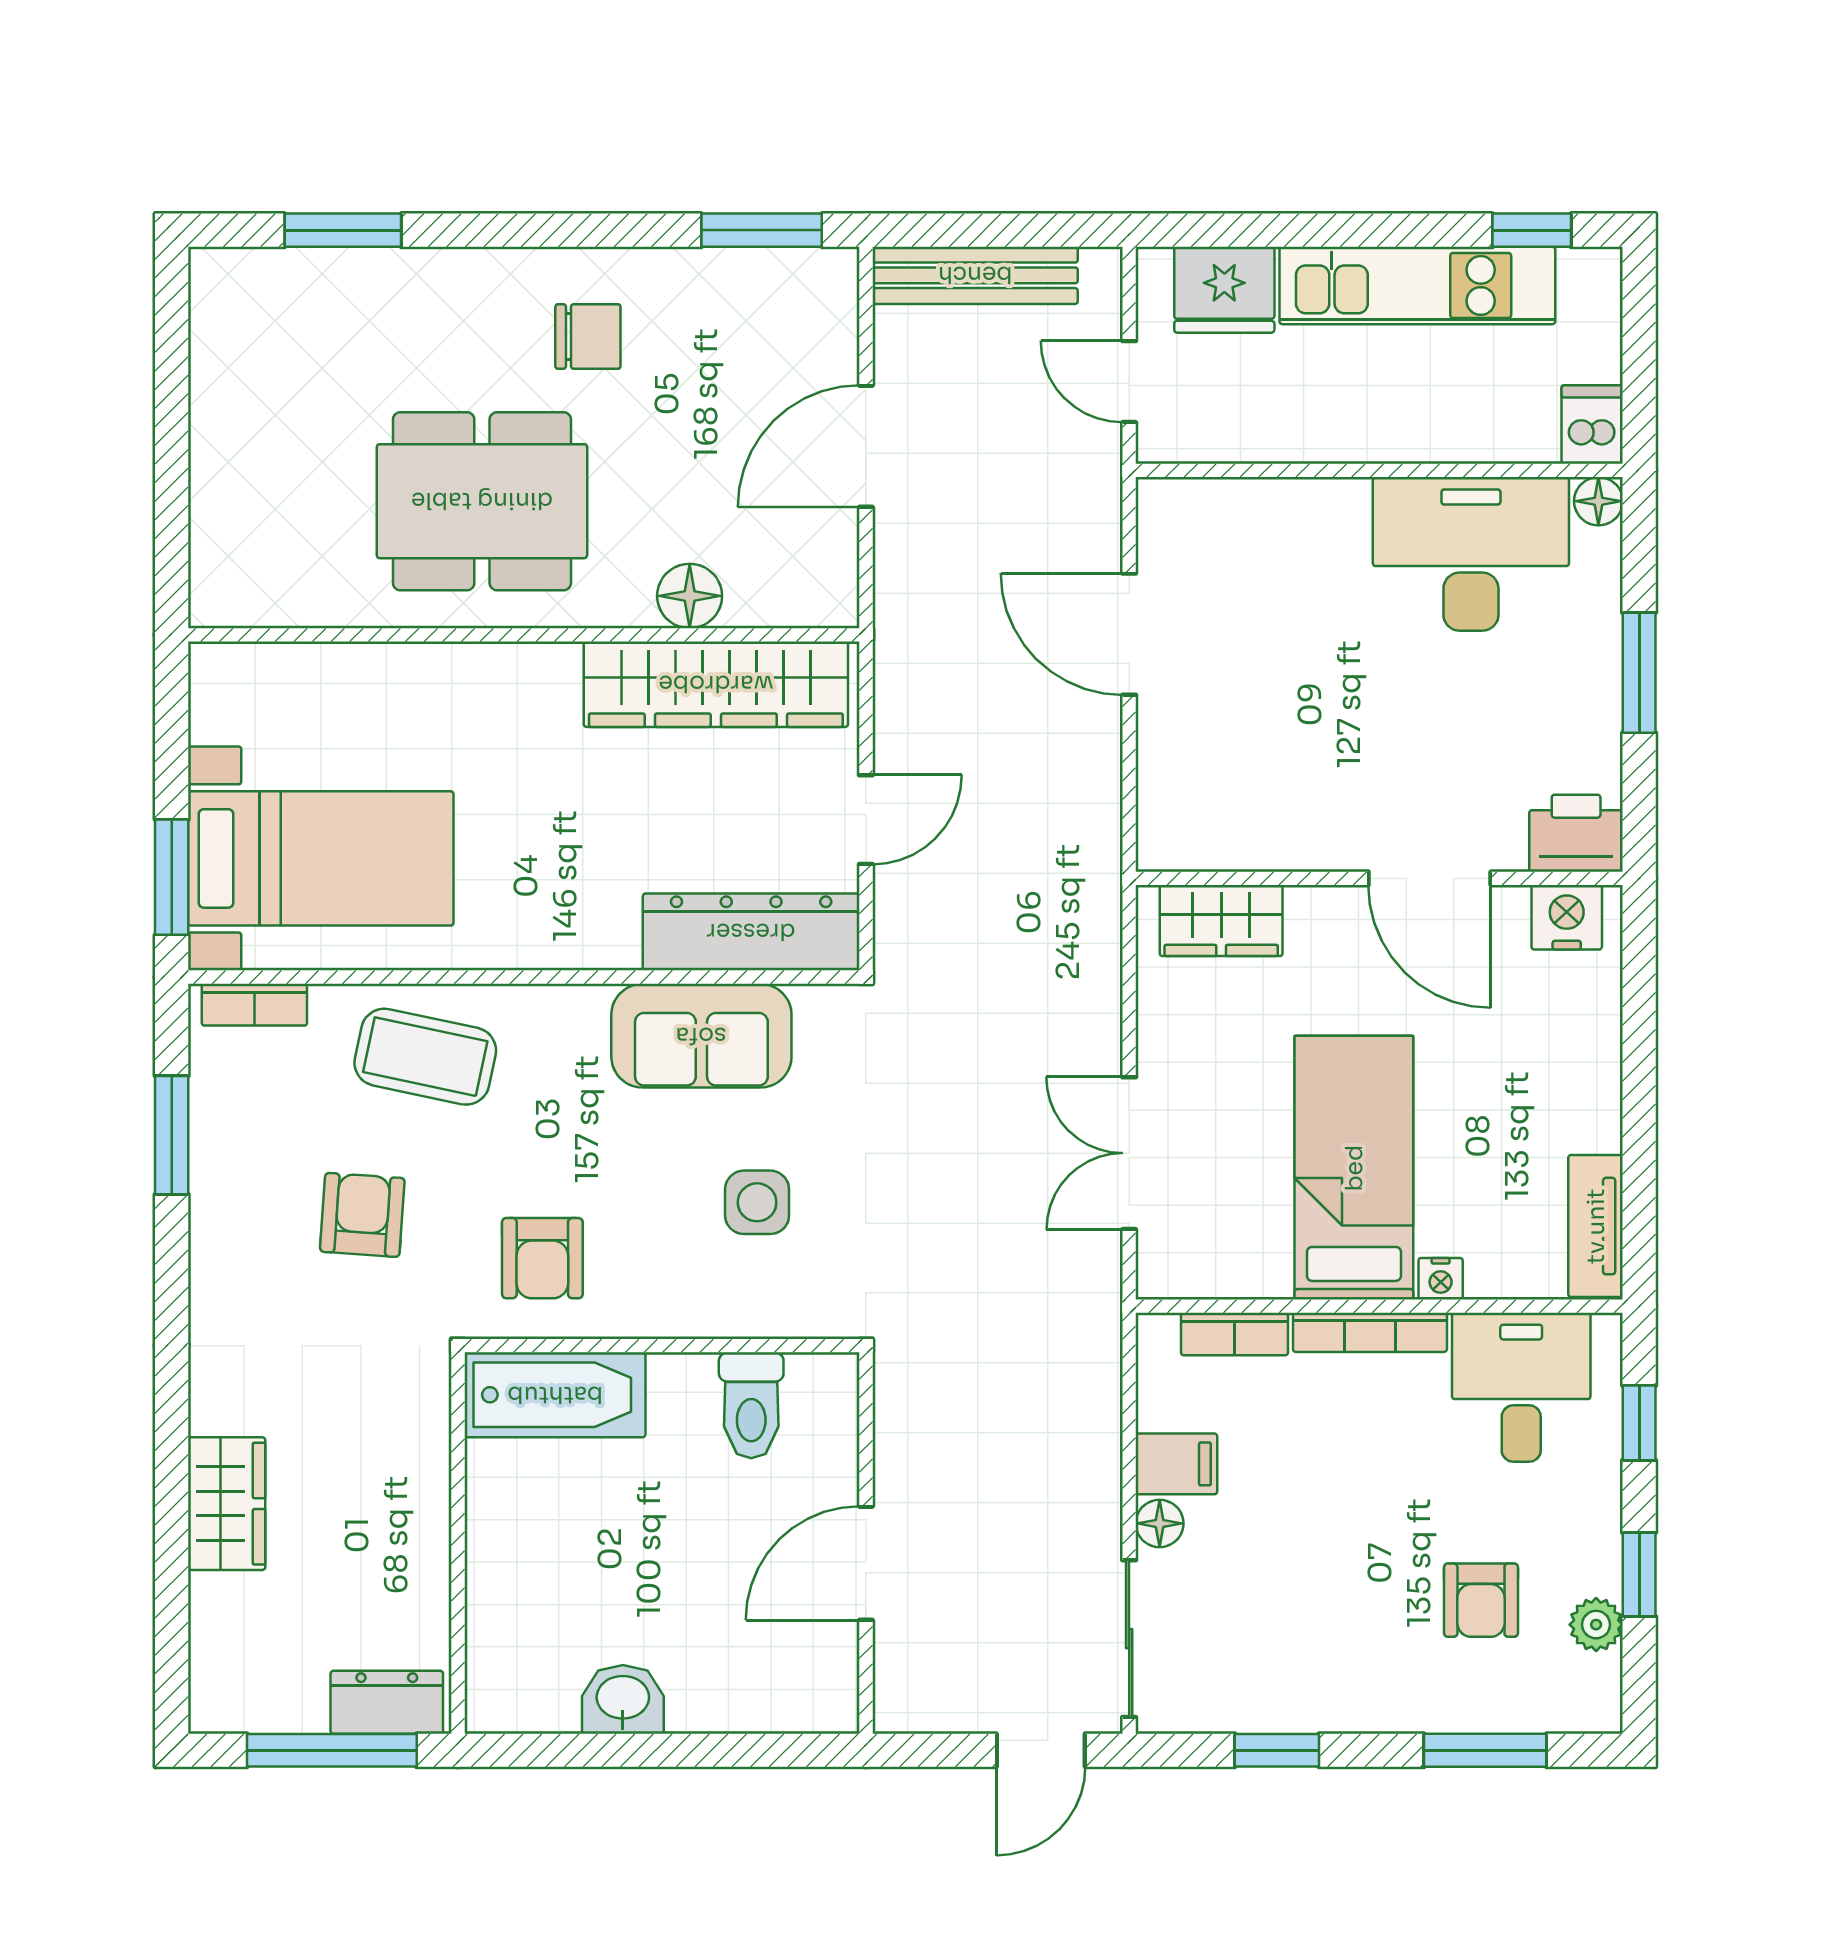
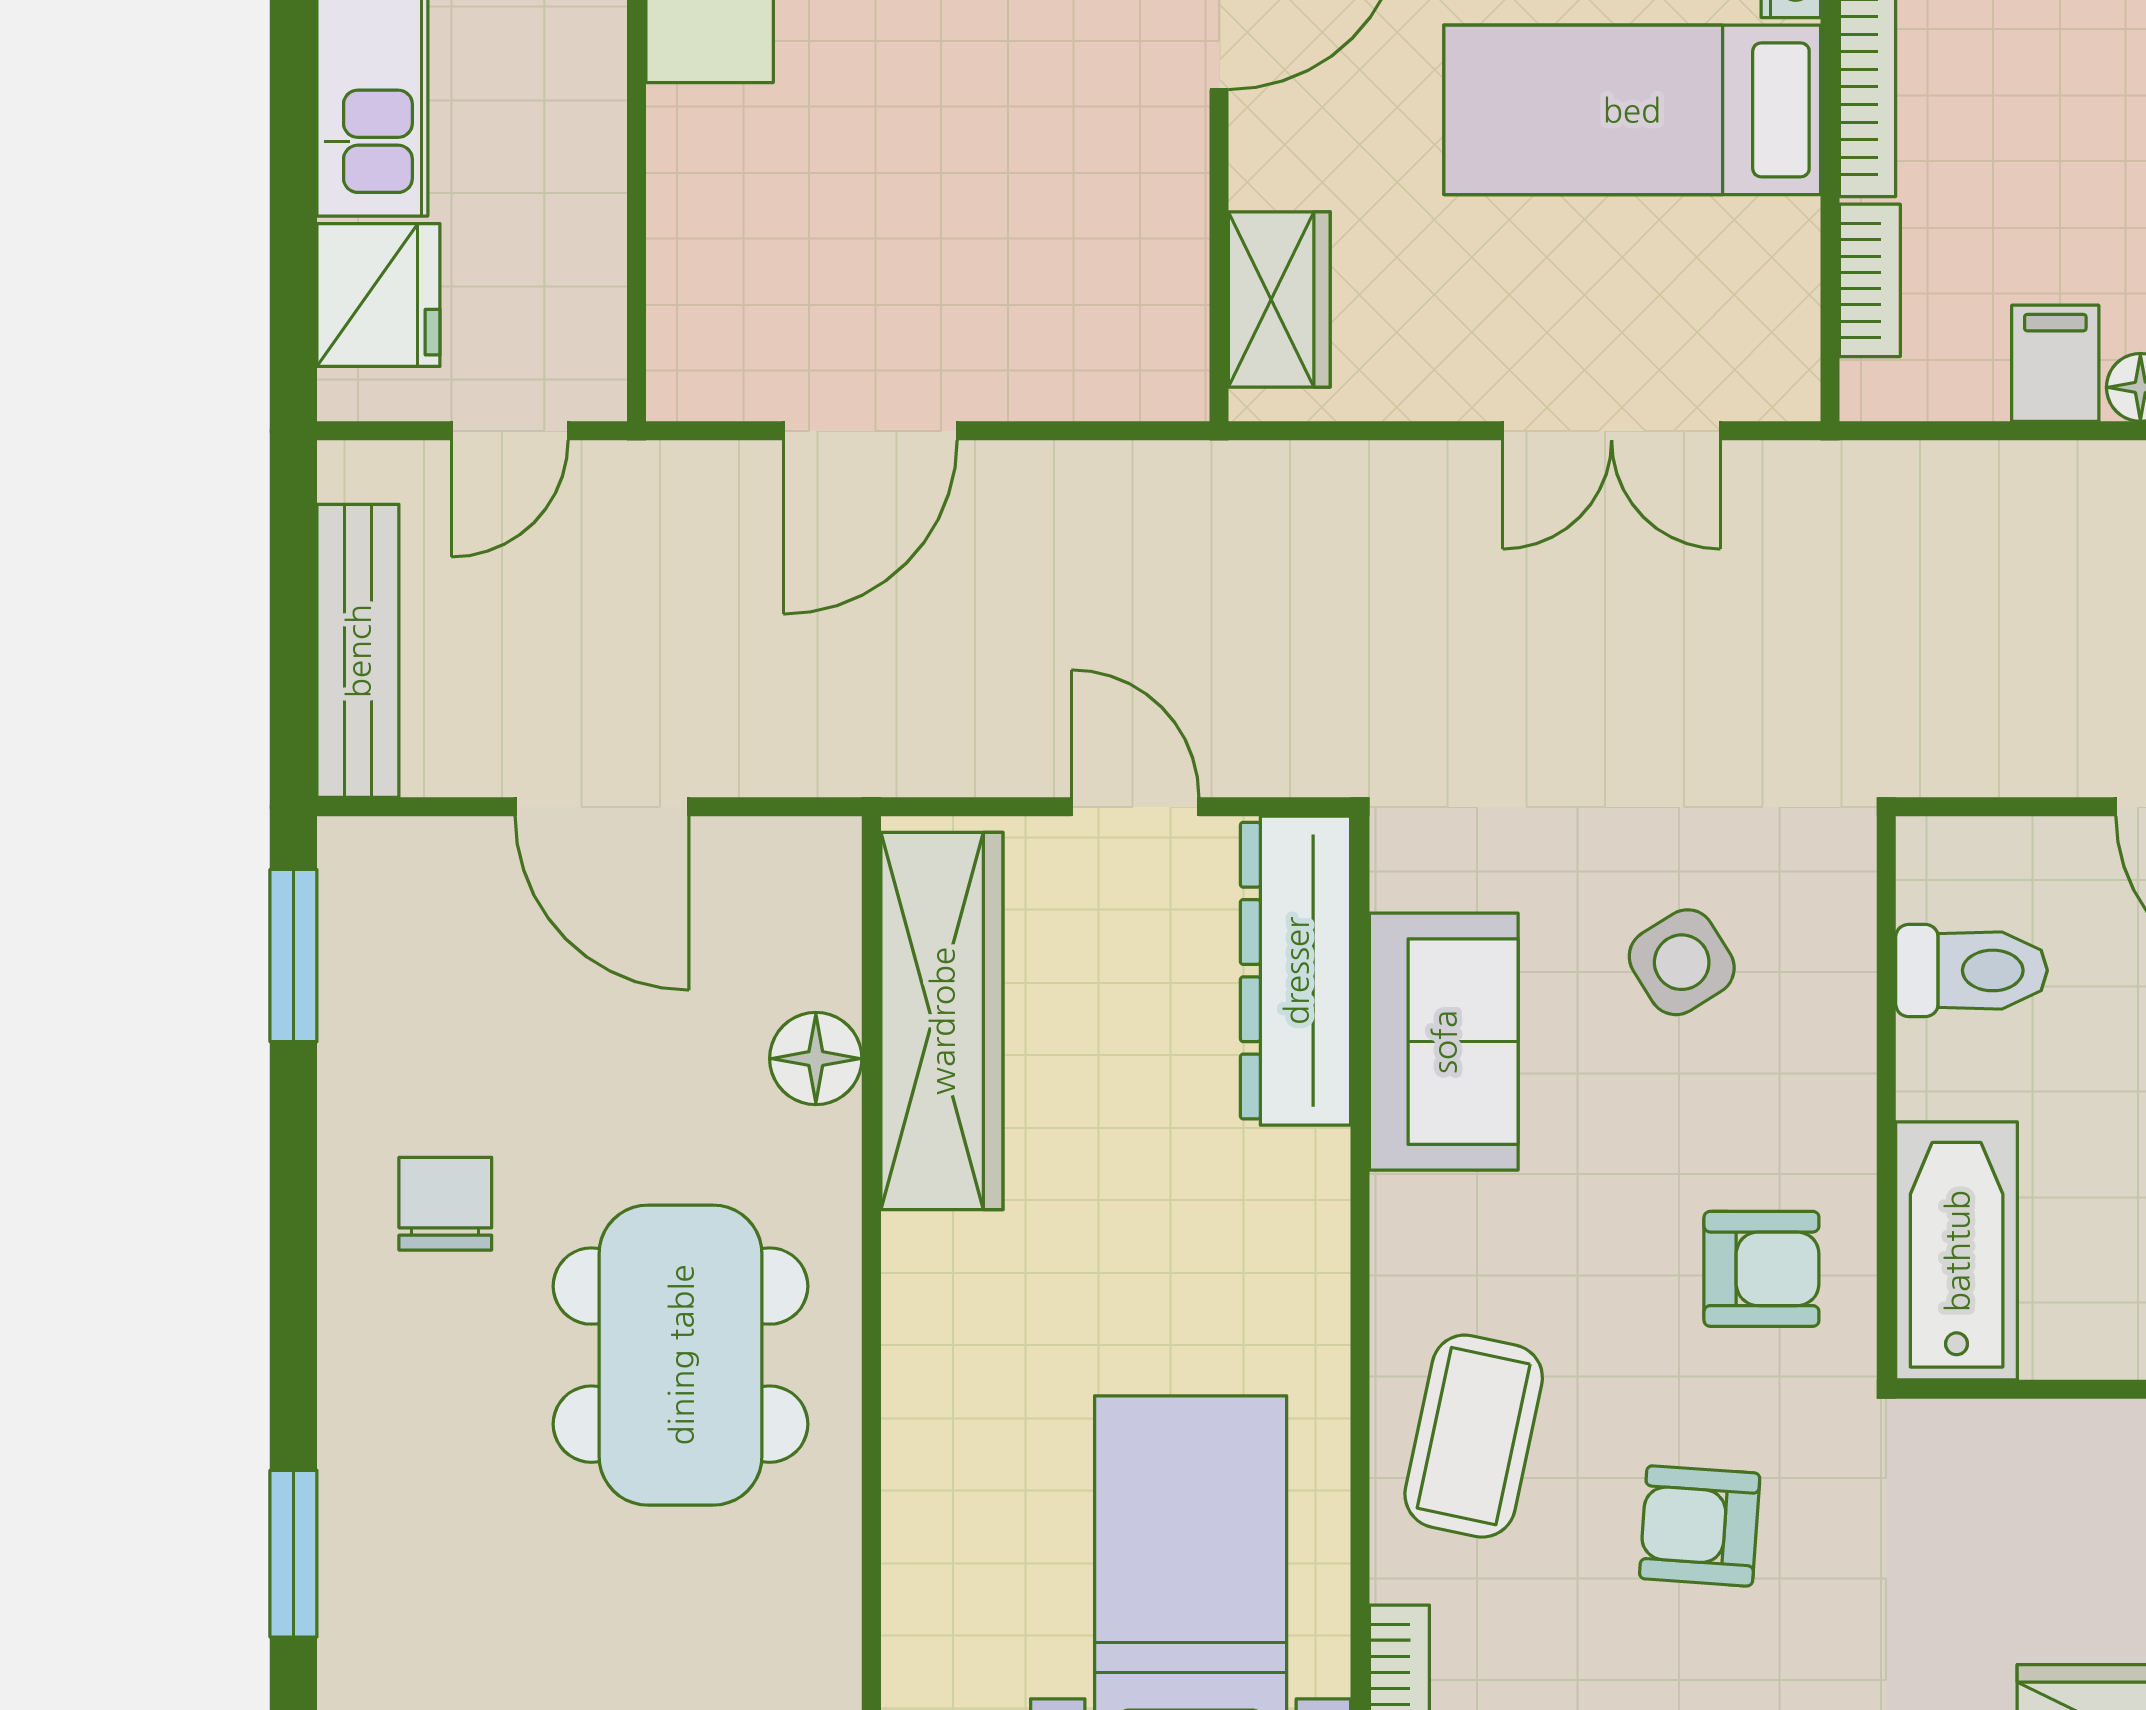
side table: (757, 1202) -> (1682, 962), turned -32

